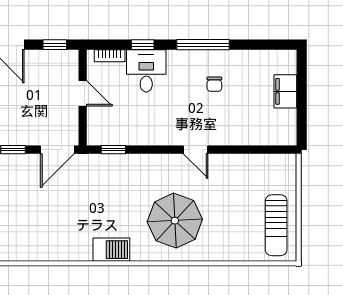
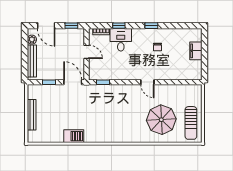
window: (203, 45) -> (151, 26), width x0.46
door: (57, 150) -> (73, 82), swing flipped
parasol: (175, 221) -> (161, 120), moved
barbecue: (111, 250) -> (74, 136), moved

